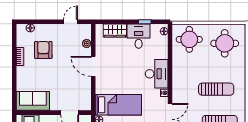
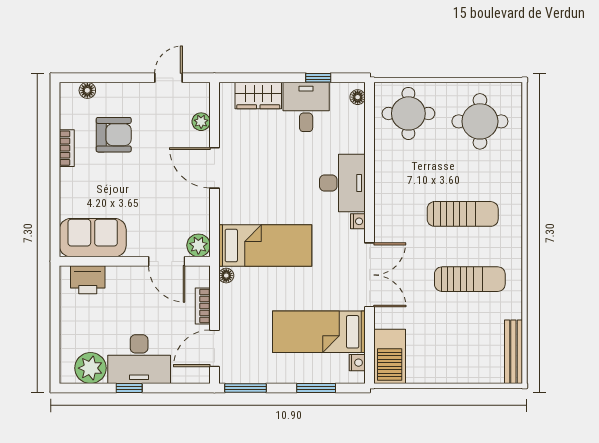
armchair: (43, 50) -> (114, 135), turned 90
plant: (85, 105) -> (198, 245), added

